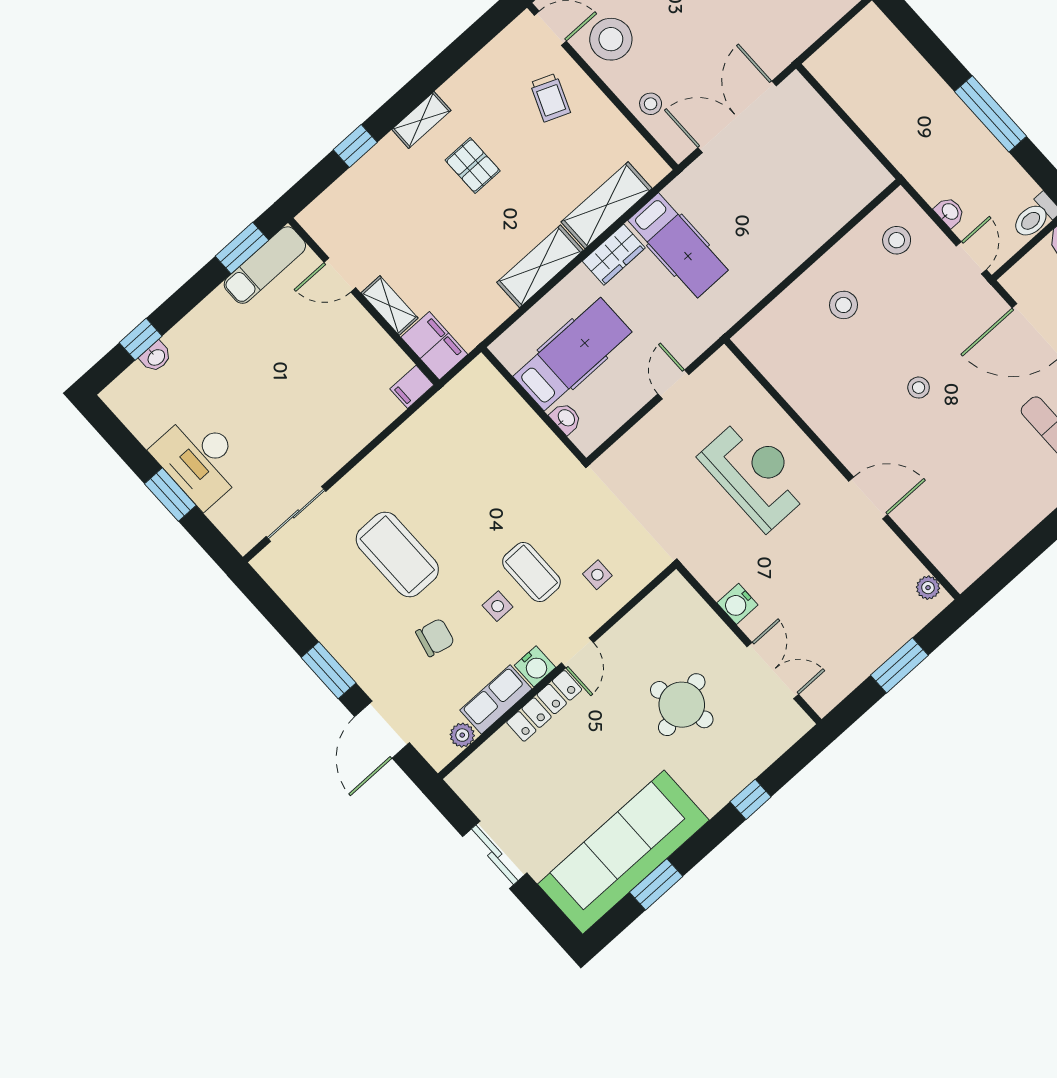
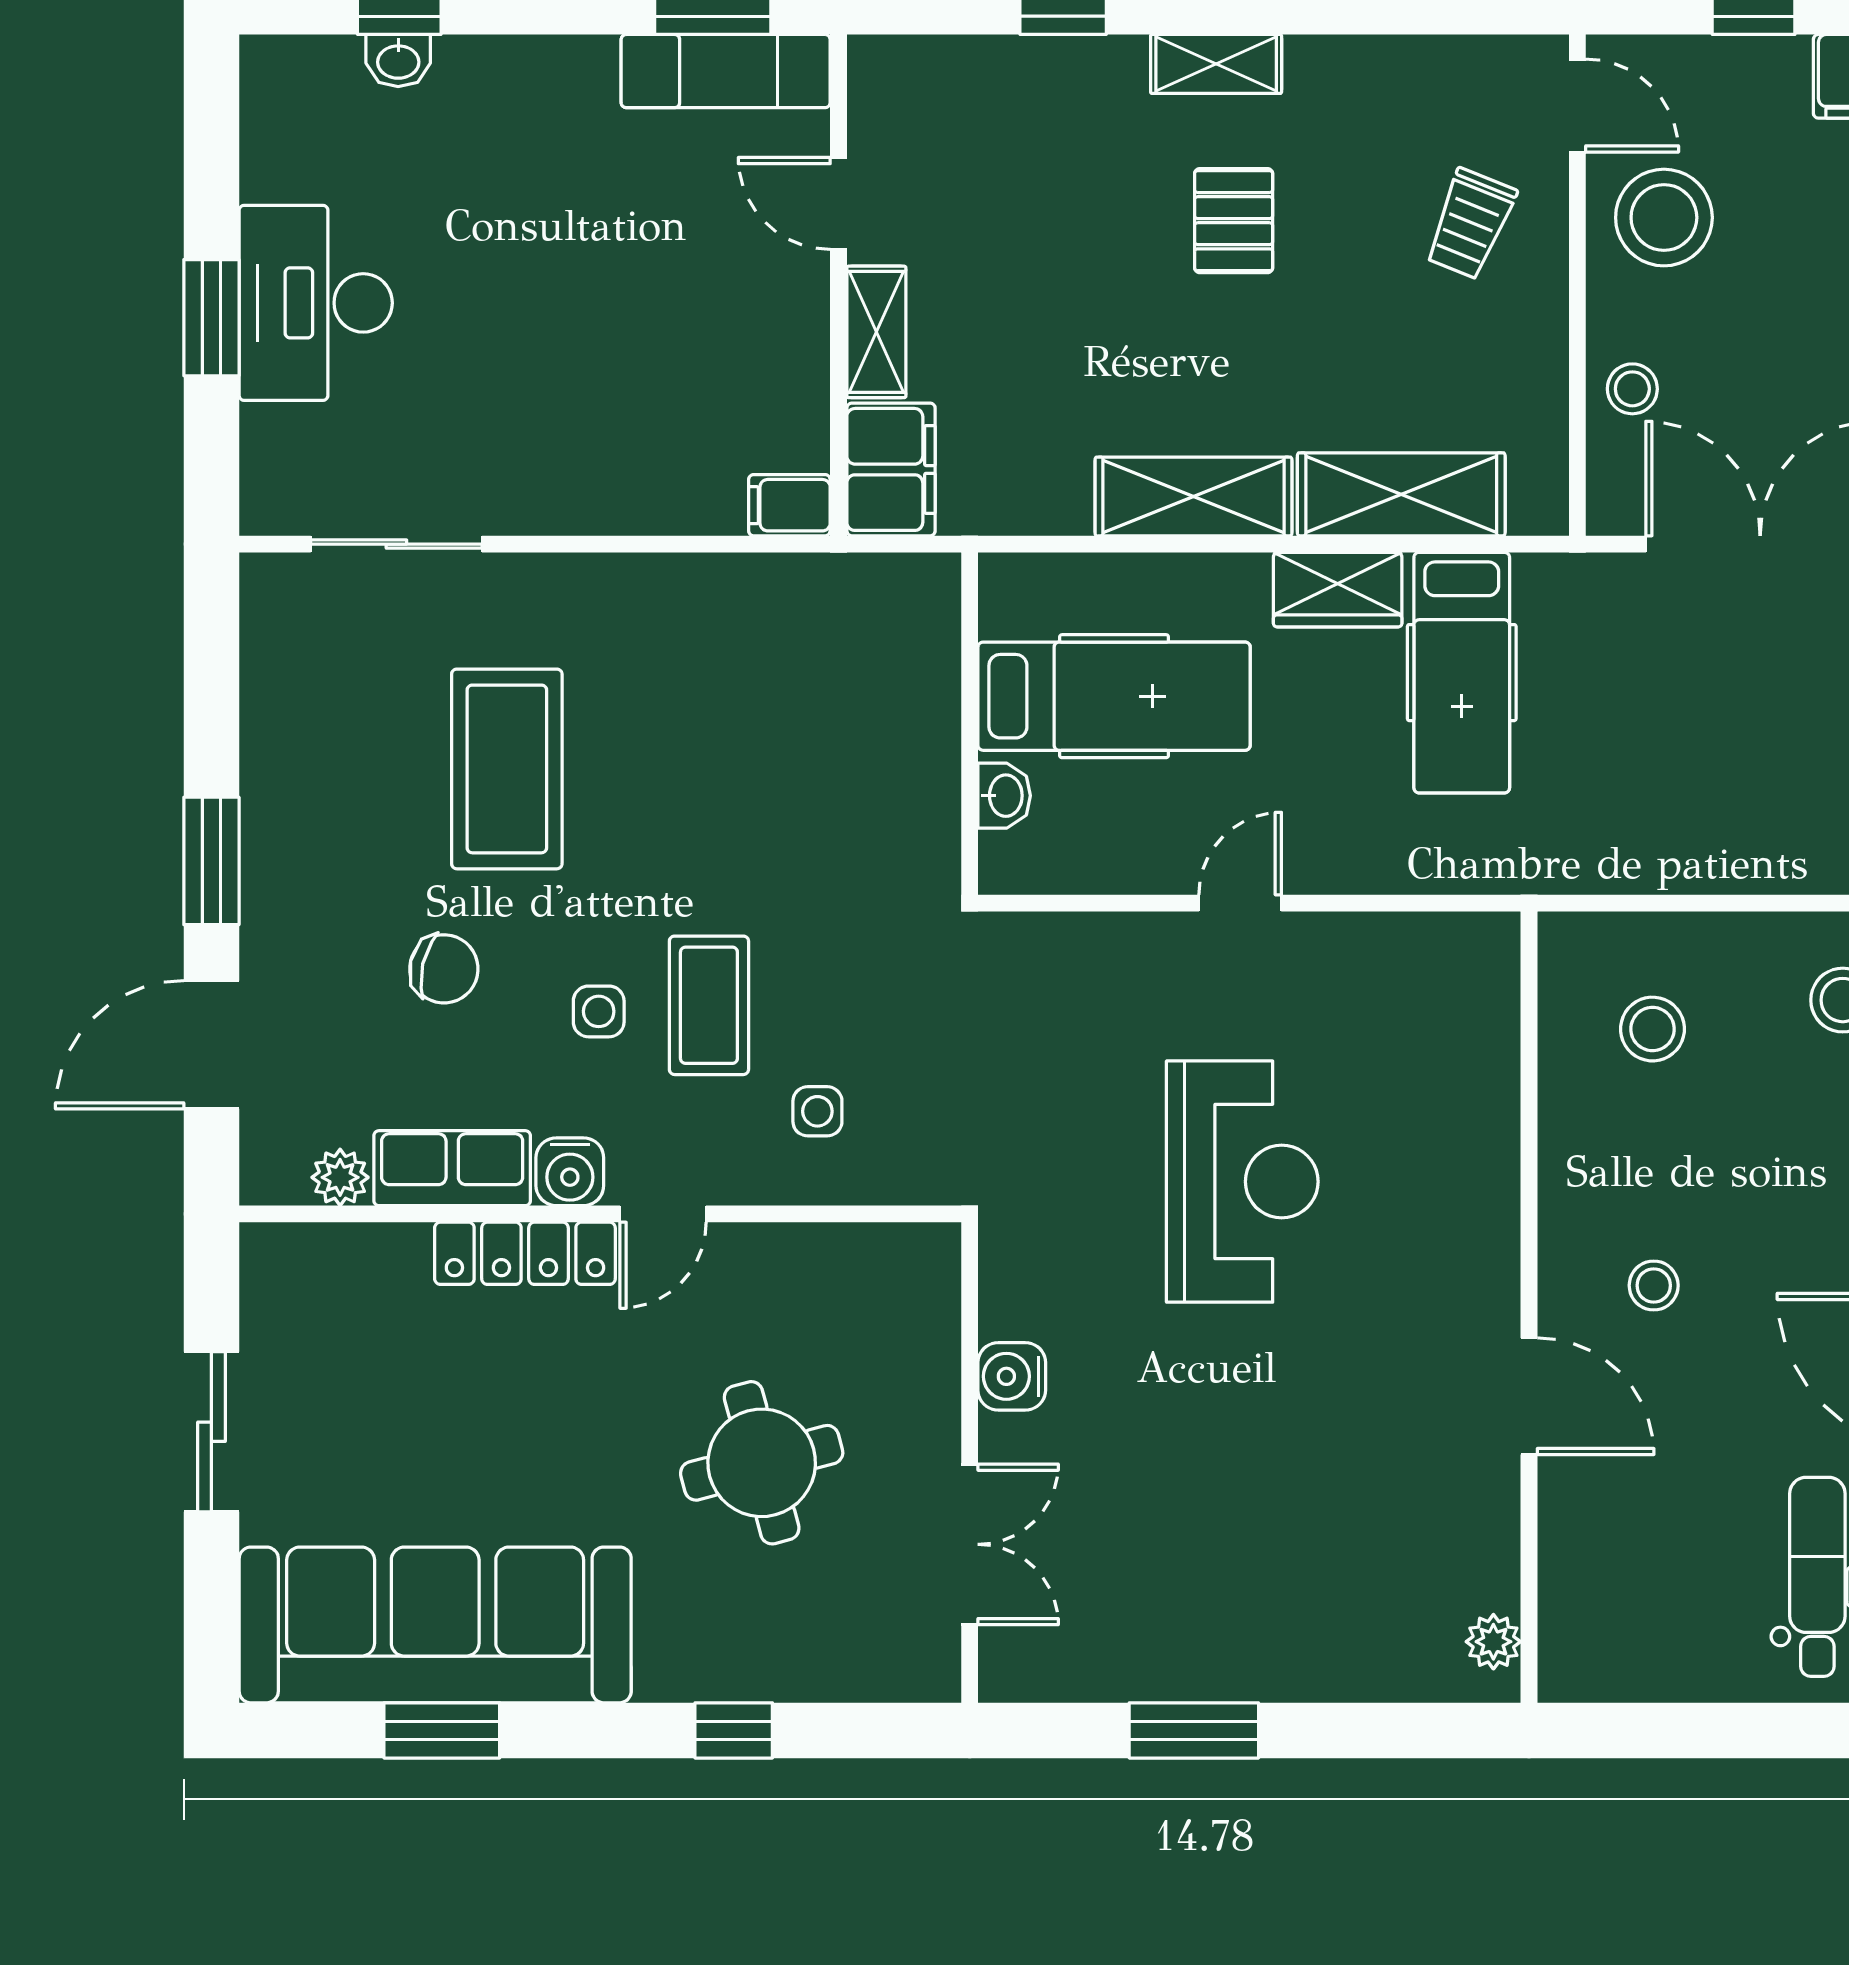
wall: (842, 469) -> (1529, 1307), moved
door: (868, 498) -> (1529, 1396), moved
plant: (928, 588) -> (1493, 1642), moved

